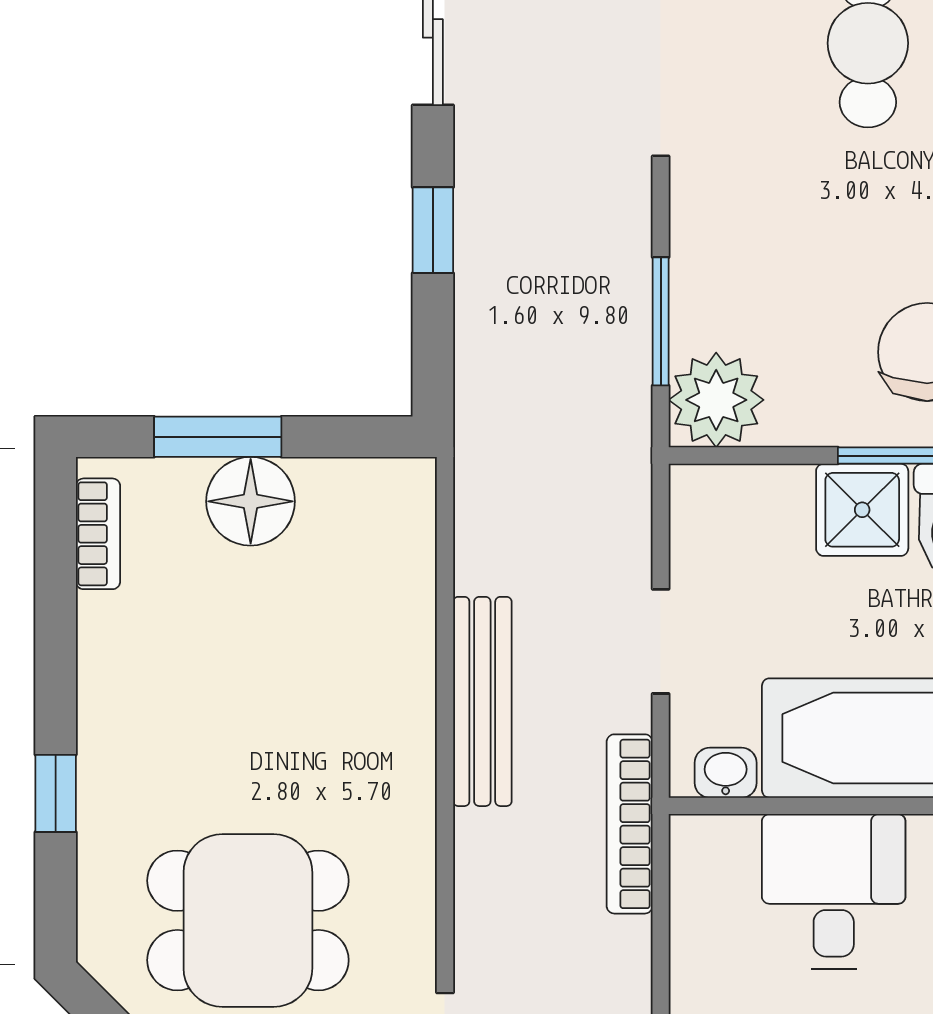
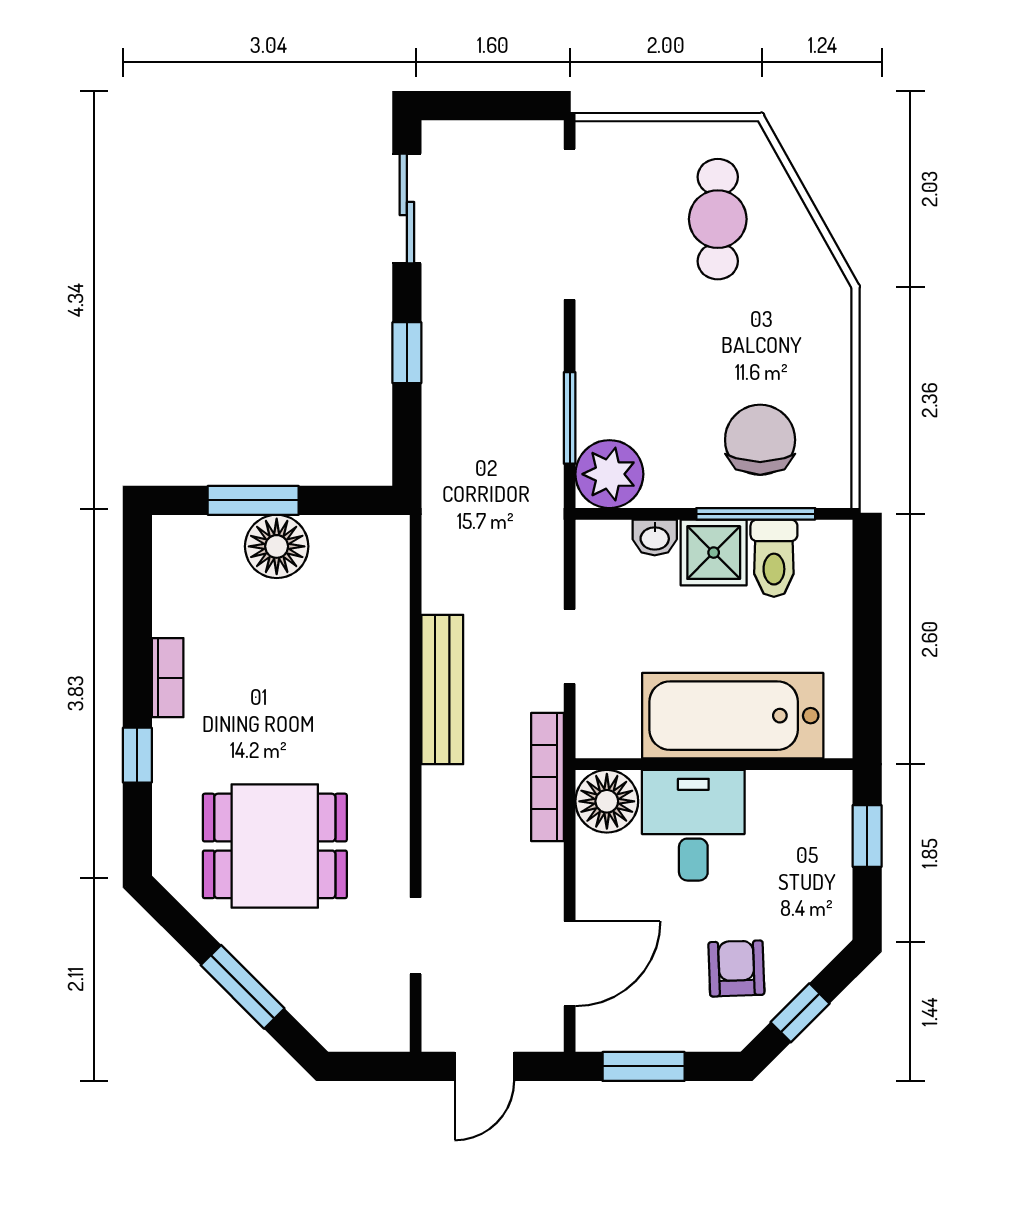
bookcase: (98, 534) -> (168, 678), moved
washbasin: (726, 773) -> (655, 537), moved, turned 180
floor lamp: (713, 858) -> (607, 801), added

